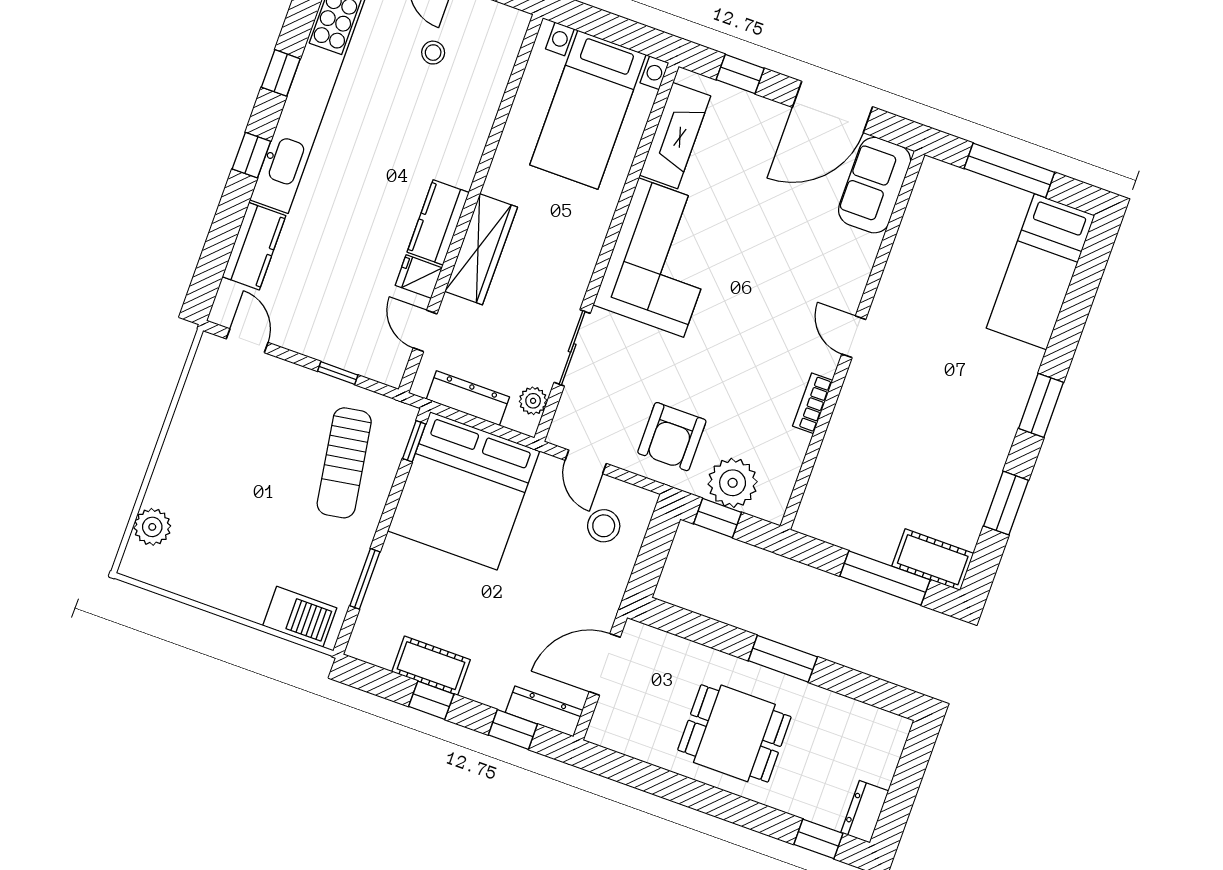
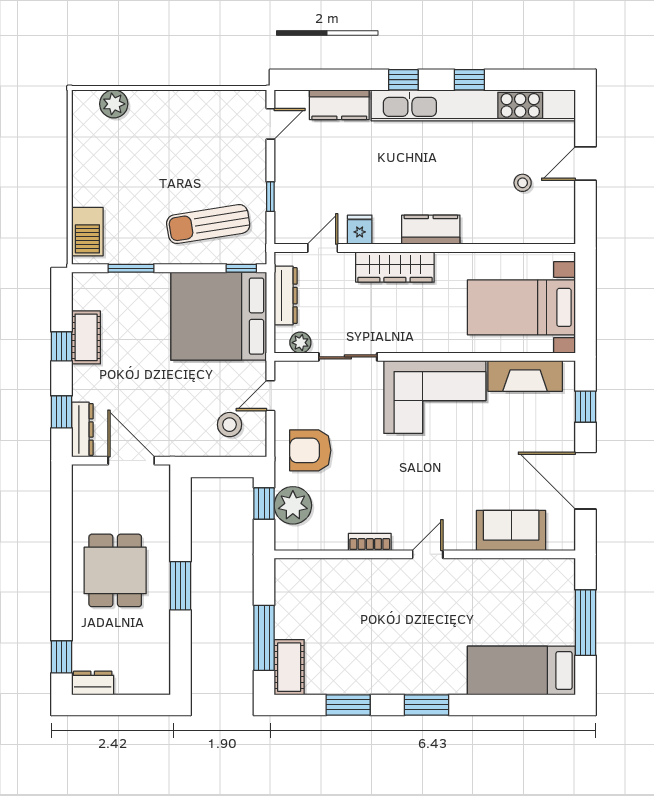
sofa: (875, 185) -> (511, 530), moved
kitchen counter: (438, 222) -> (431, 230), moved

